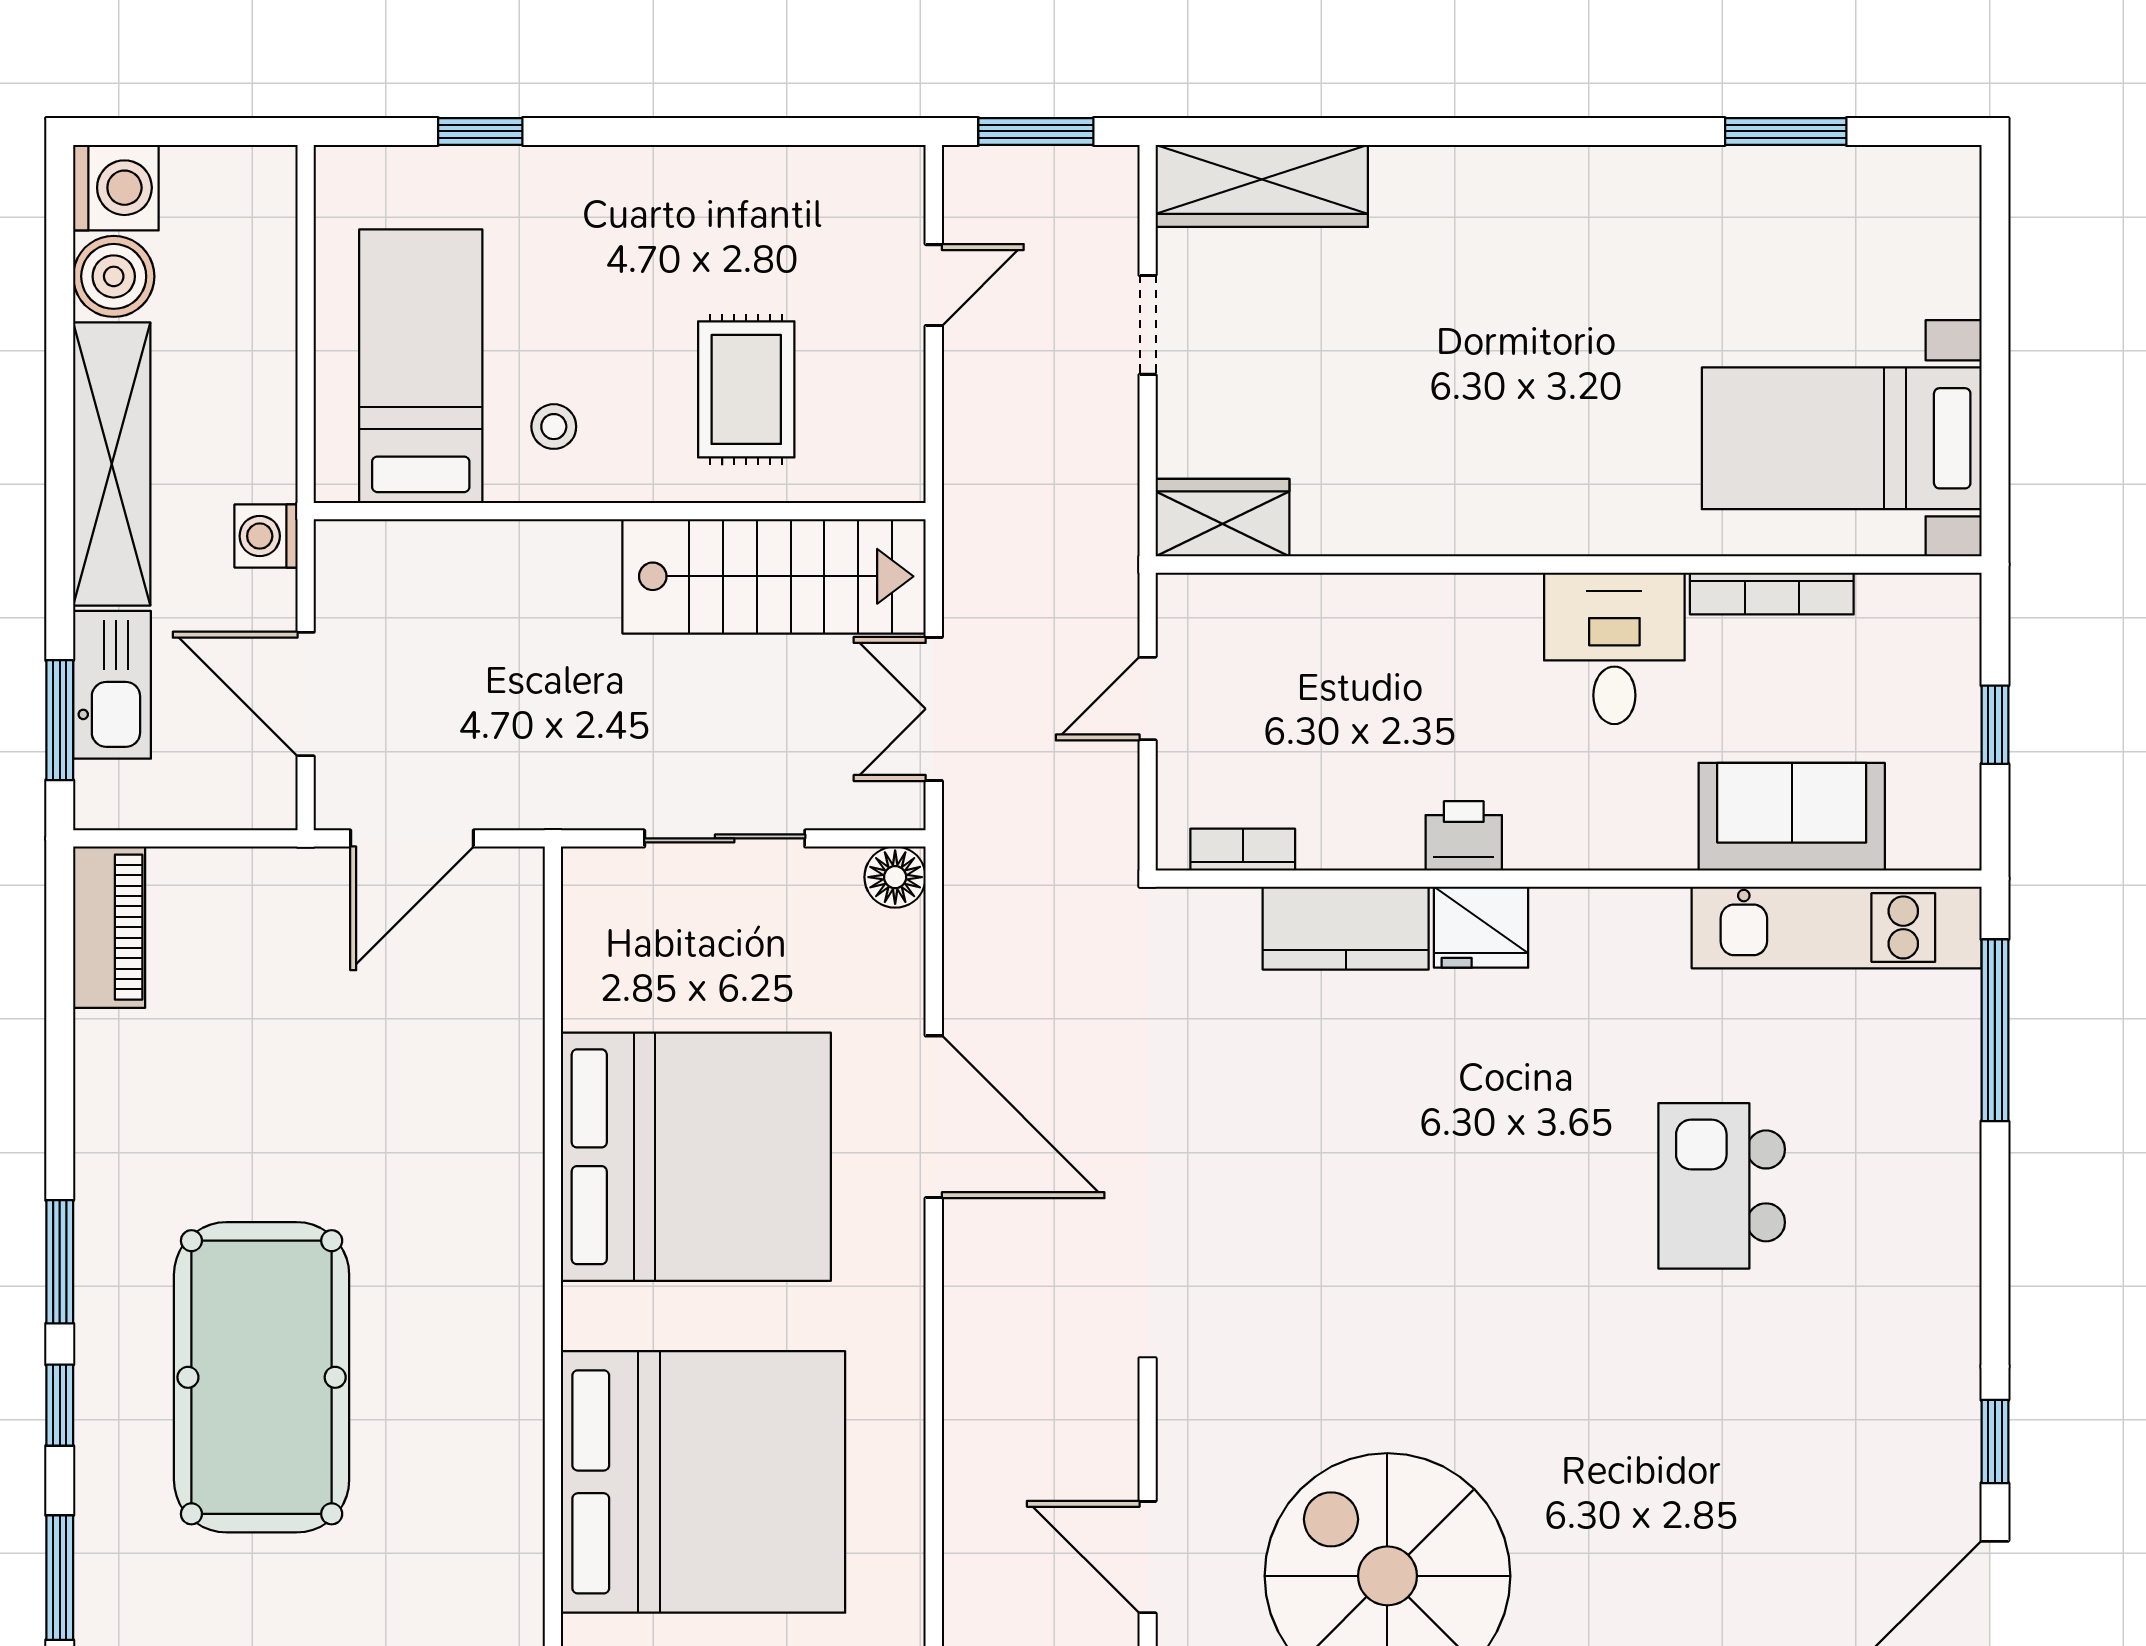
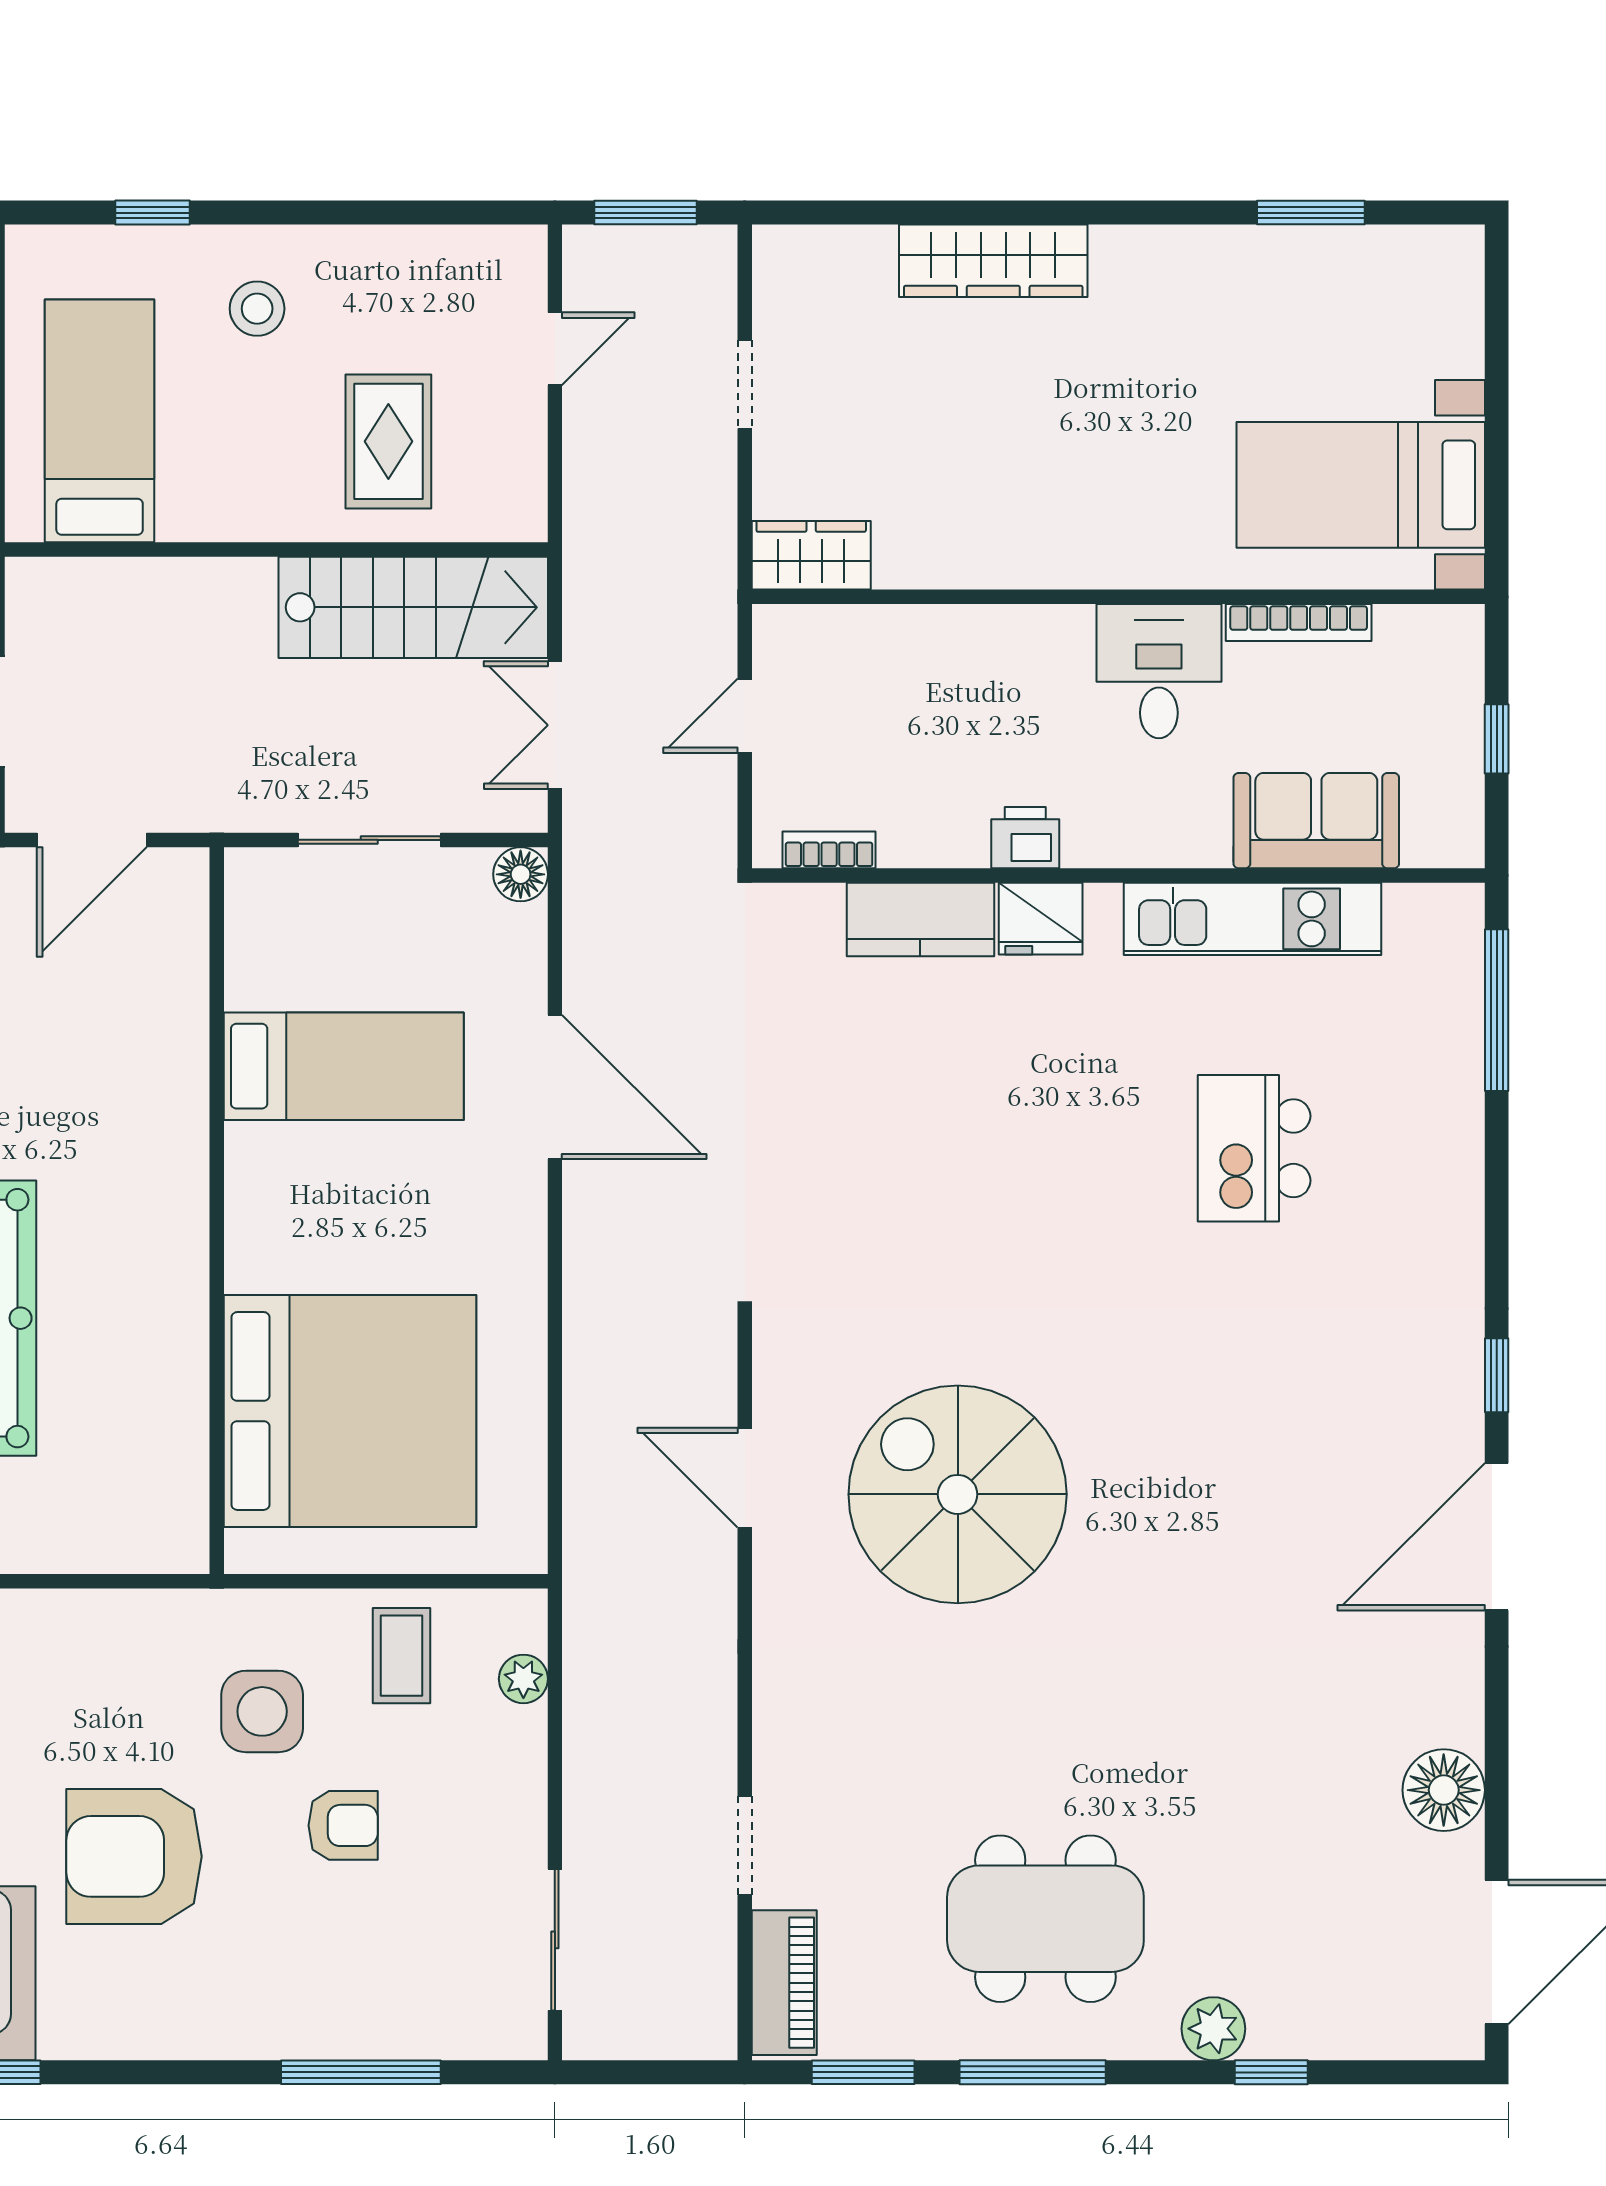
wardrobe: (1262, 186) -> (993, 261), moved
stool: (554, 427) -> (257, 309), moved, width x1.37, depth x1.37
kitchen unit: (1837, 927) -> (1252, 919), moved
bed: (696, 1157) -> (344, 1066), width x0.49

